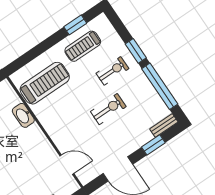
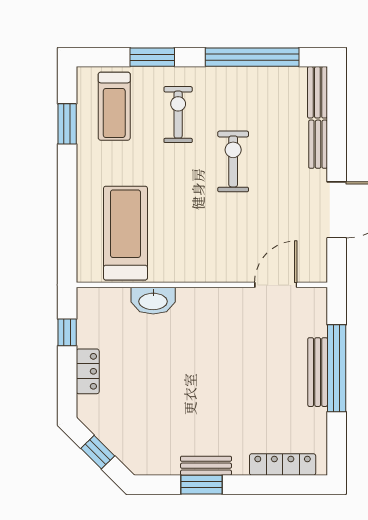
treadmill: (83, 46) -> (114, 106), moved
window: (136, 51) -> (152, 57), moved
bench: (141, 141) -> (318, 144), added
window: (153, 145) -> (337, 129), removed

